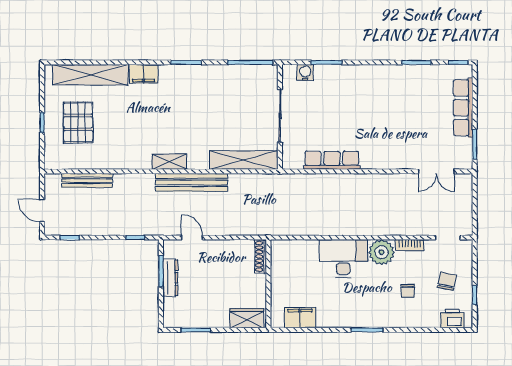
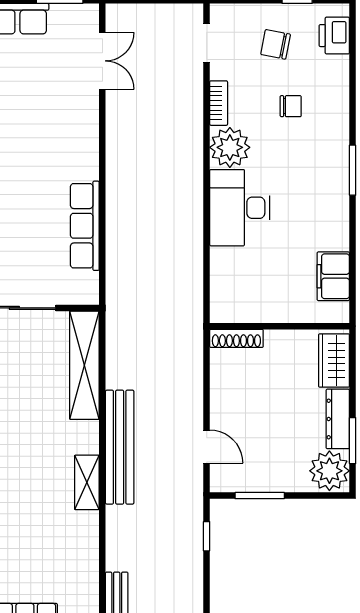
door: (192, 238) -> (207, 447), swing flipped
dresser: (170, 278) -> (338, 419), moved, turned -90
plant: (177, 315) -> (329, 471), added

